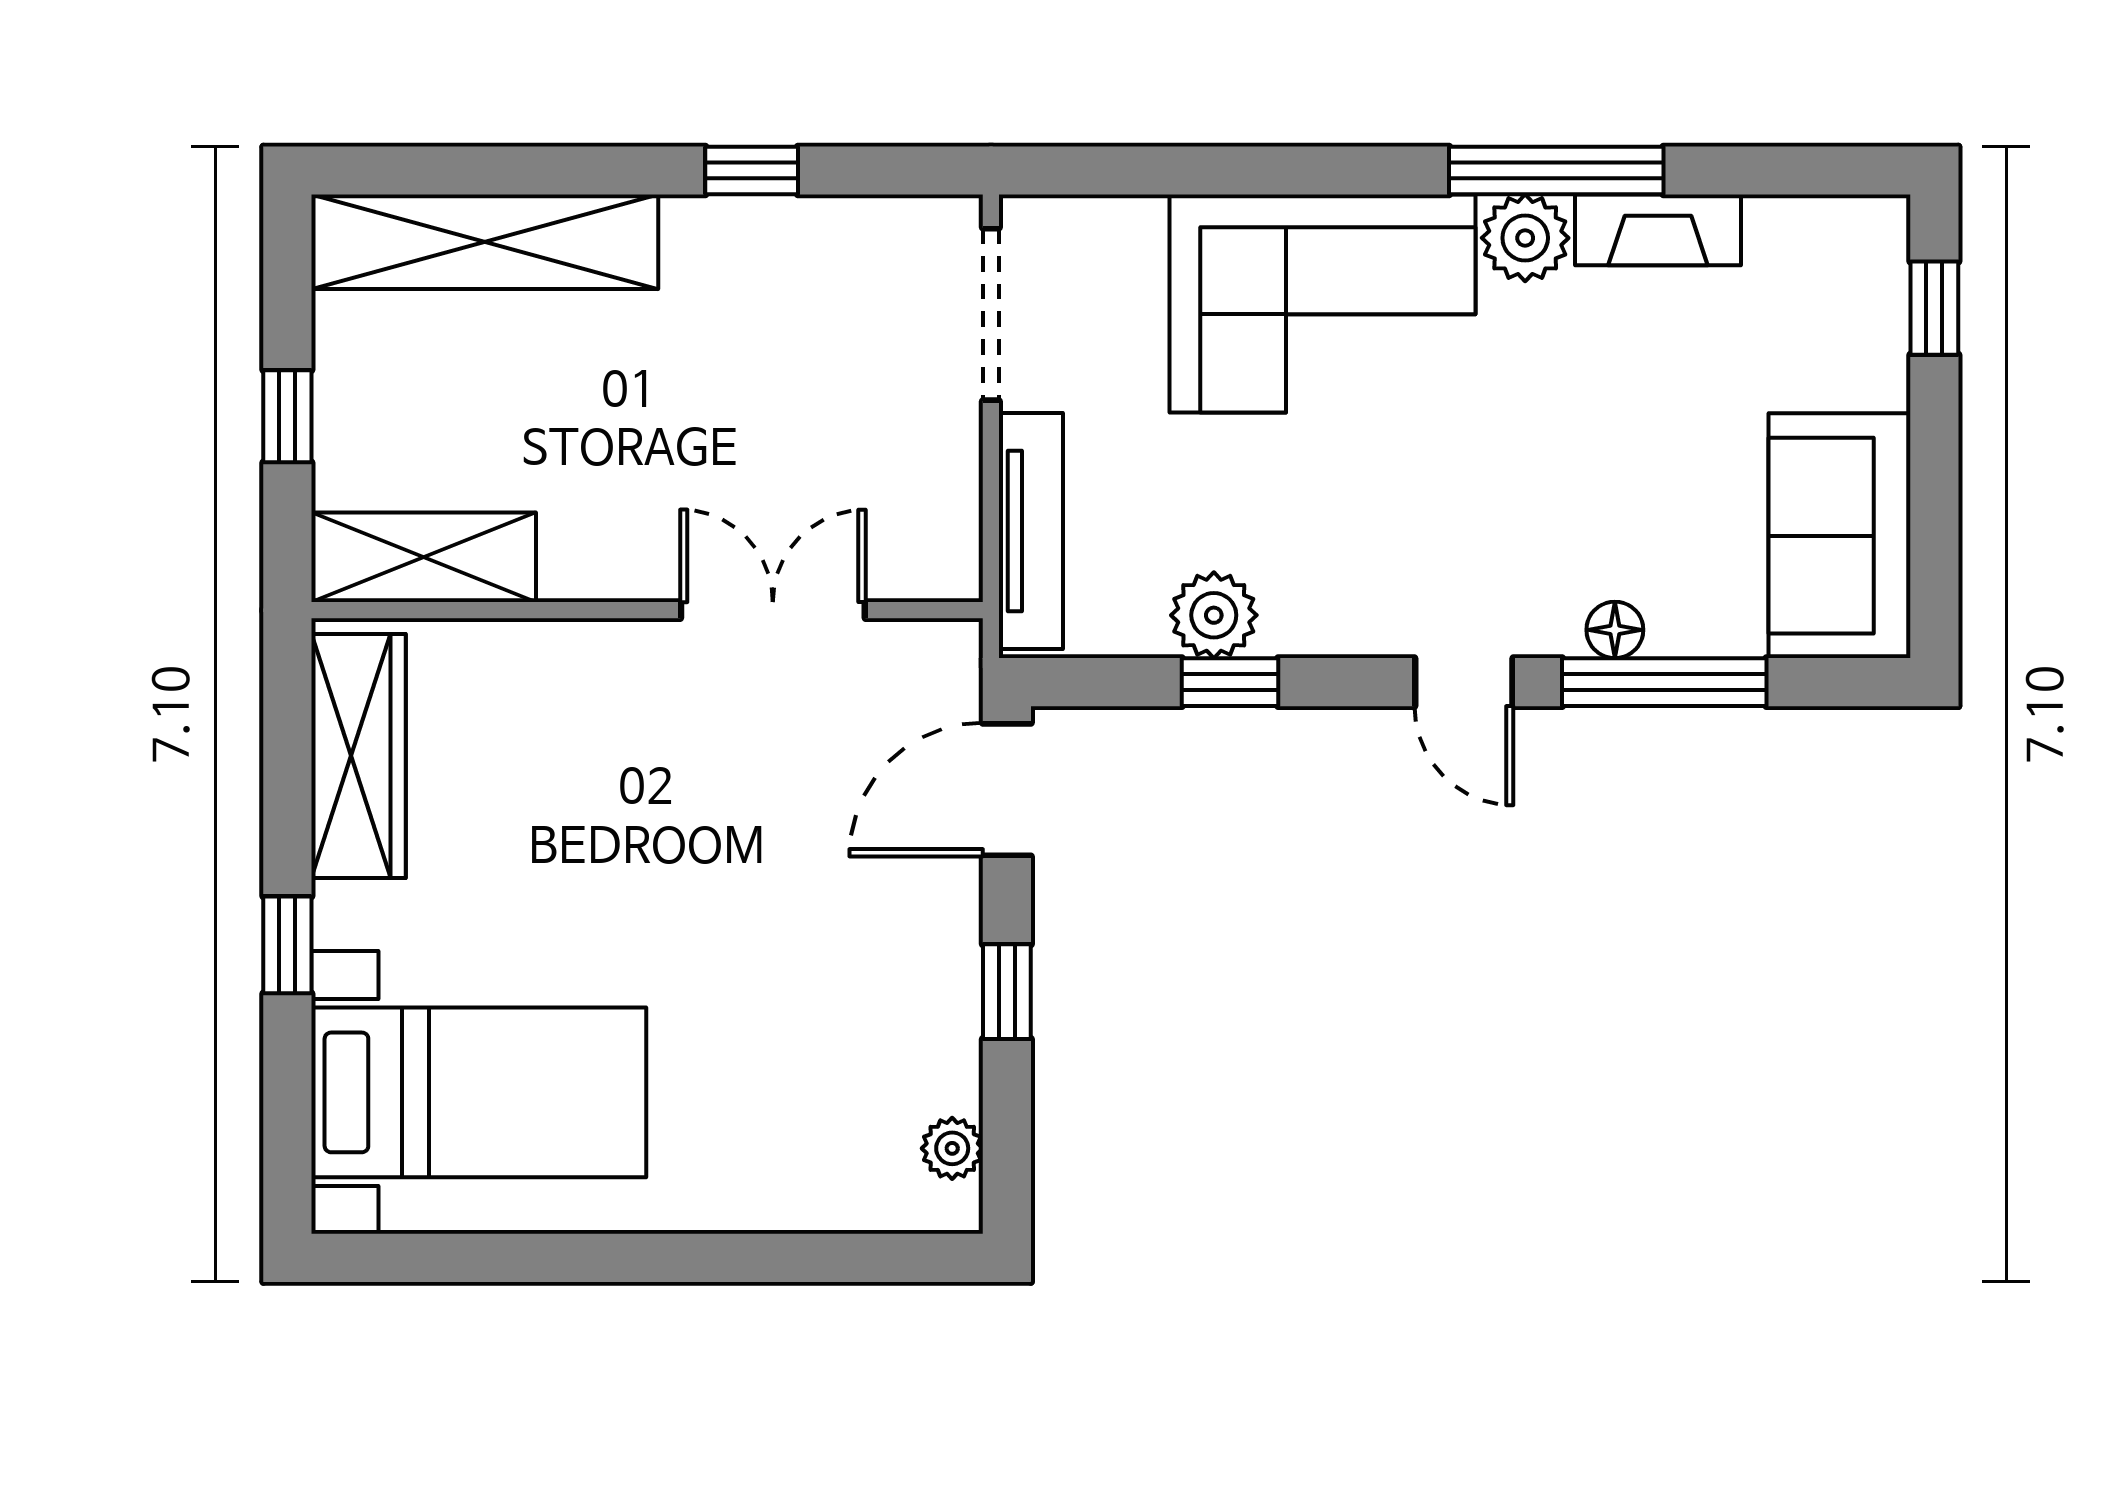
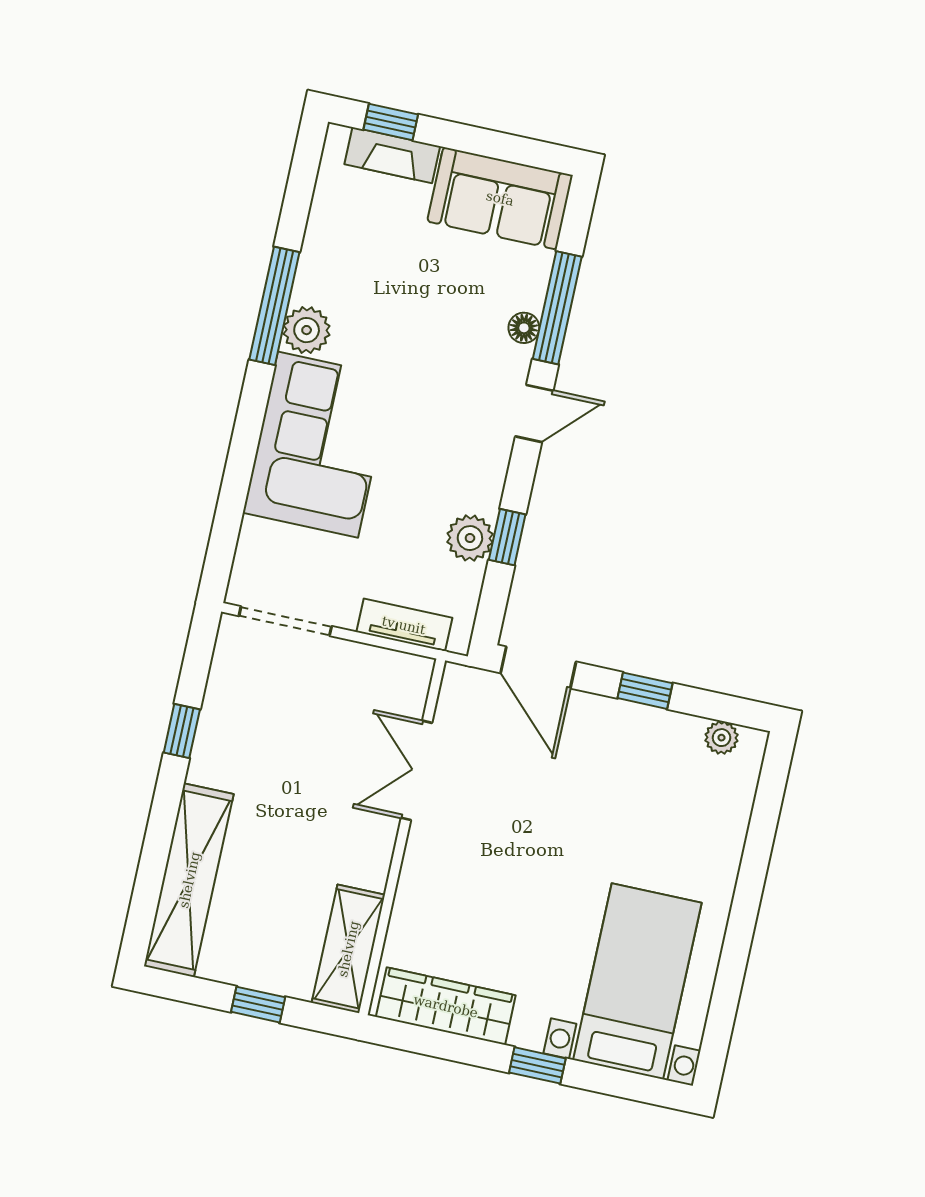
fireplace: (1658, 230) -> (392, 155), moved, turned 90
tv unit: (1031, 531) -> (404, 625), width x0.71

